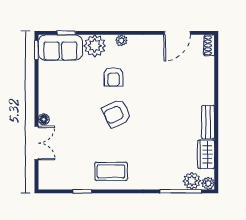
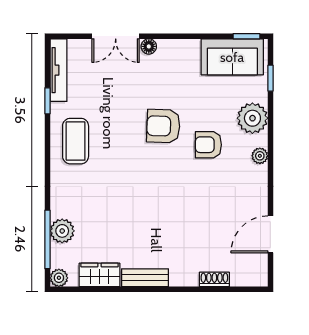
door: (177, 33) -> (270, 234), hinge flipped
shoe rack: (209, 45) -> (214, 279), moved
sofa: (60, 48) -> (232, 57), moved, turned -90
armchair: (117, 113) -> (163, 126), moved, turned -62
plant: (192, 181) -> (62, 231), moved
tv unit: (61, 184) -> (58, 70), added

